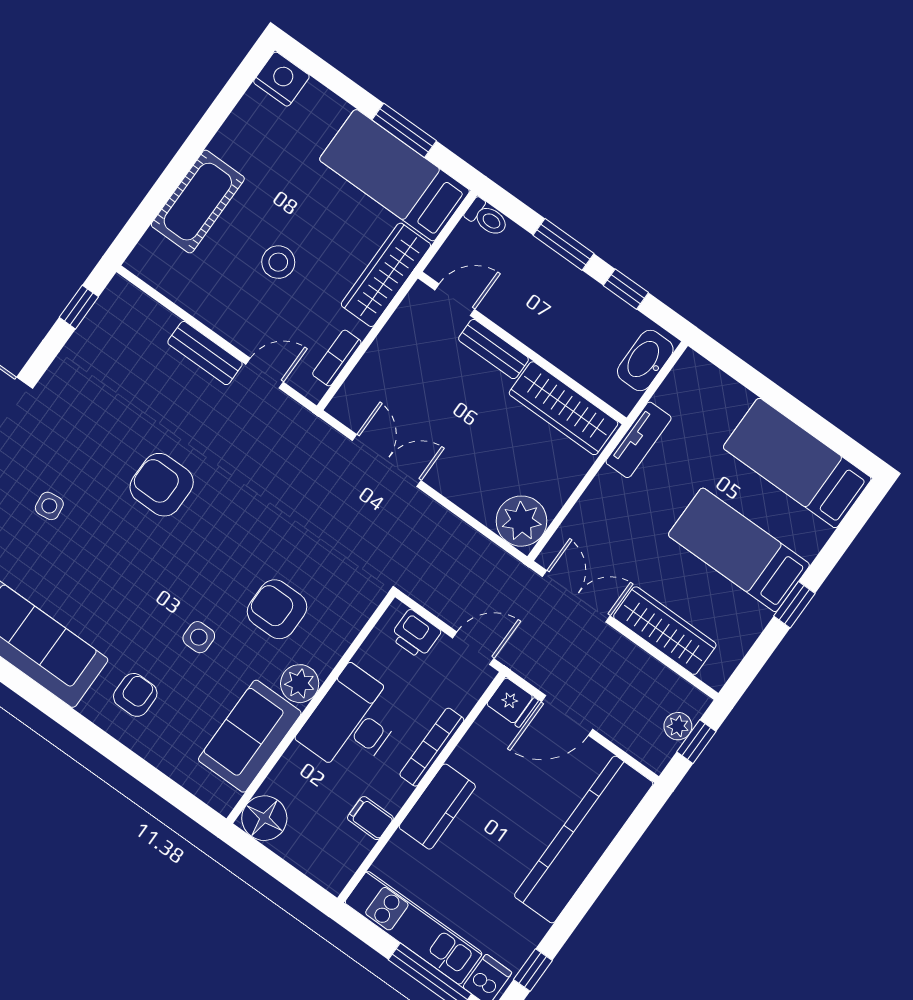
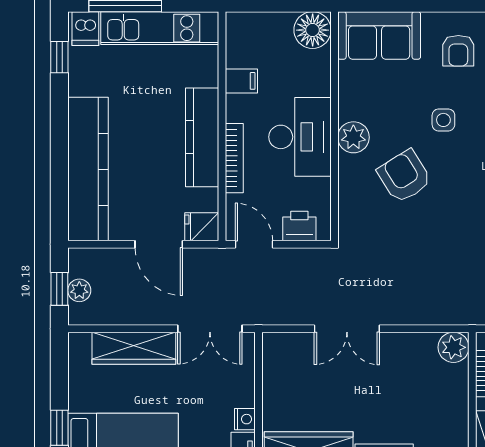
double door: (387, 461) -> (347, 329), moved
nightstand: (605, 482) -> (245, 419), added
plant: (522, 521) -> (454, 347), moved, width x0.73, depth x0.73
armchair: (277, 609) -> (404, 176), turned -122
door: (473, 648) -> (254, 244), swing flipped
door: (567, 715) -> (159, 244), swing flipped
sofa: (250, 736) -> (379, 35), moved, turned 90
kitchen counter: (437, 807) -> (202, 137), width x1.50

